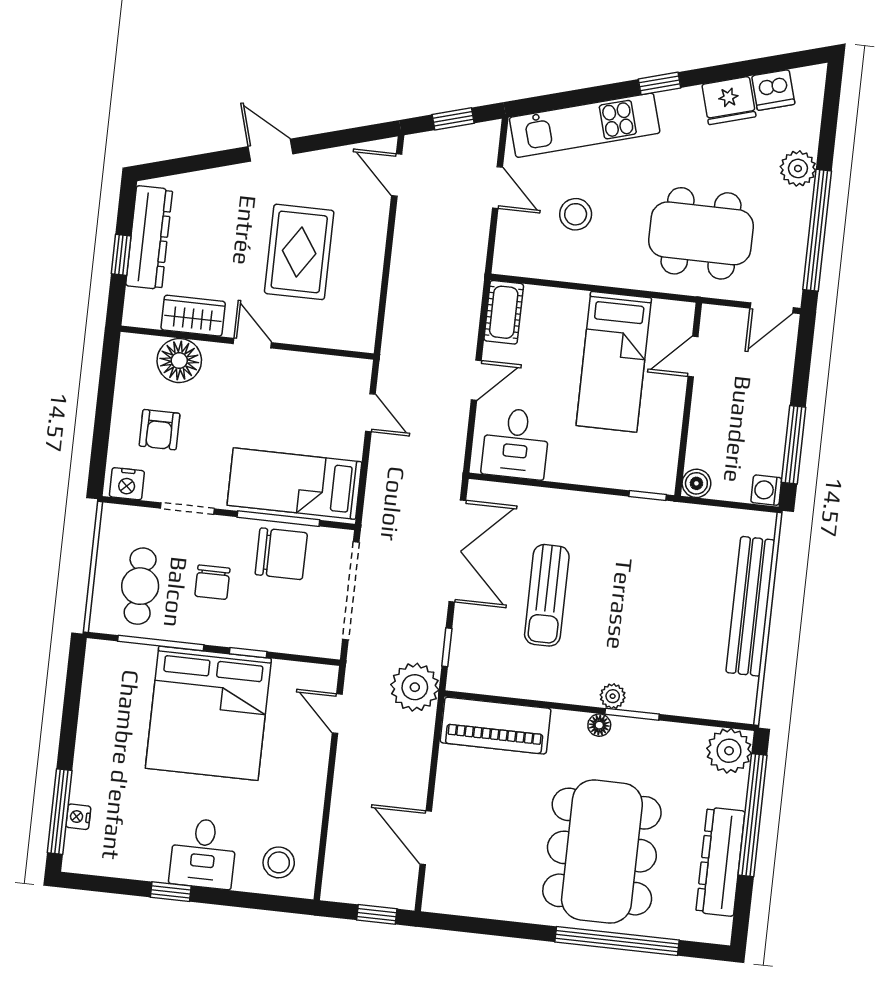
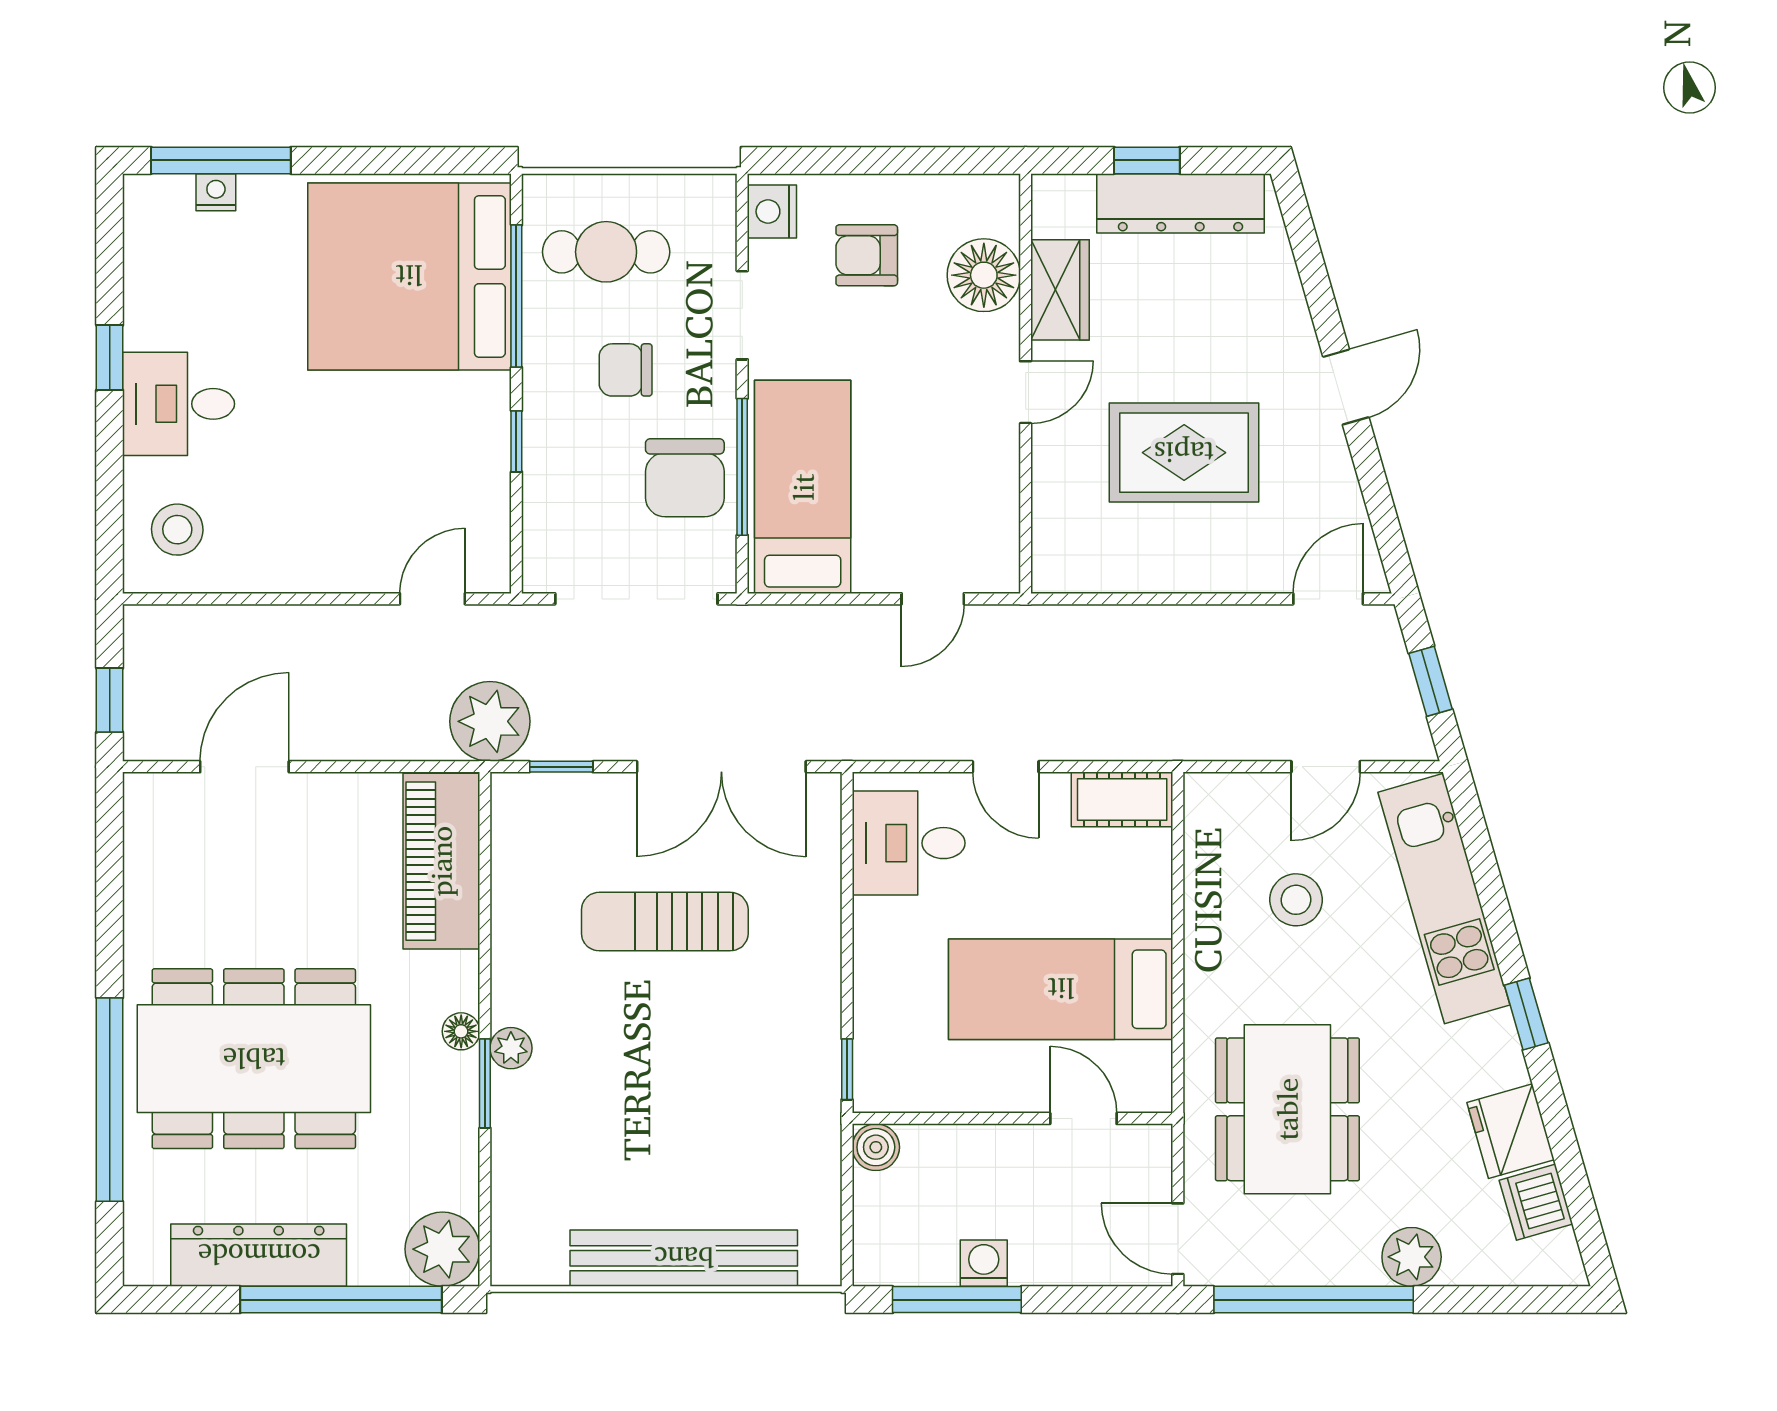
washing machine: (766, 490) -> (984, 1263), moved
bed: (208, 713) -> (409, 276), moved

